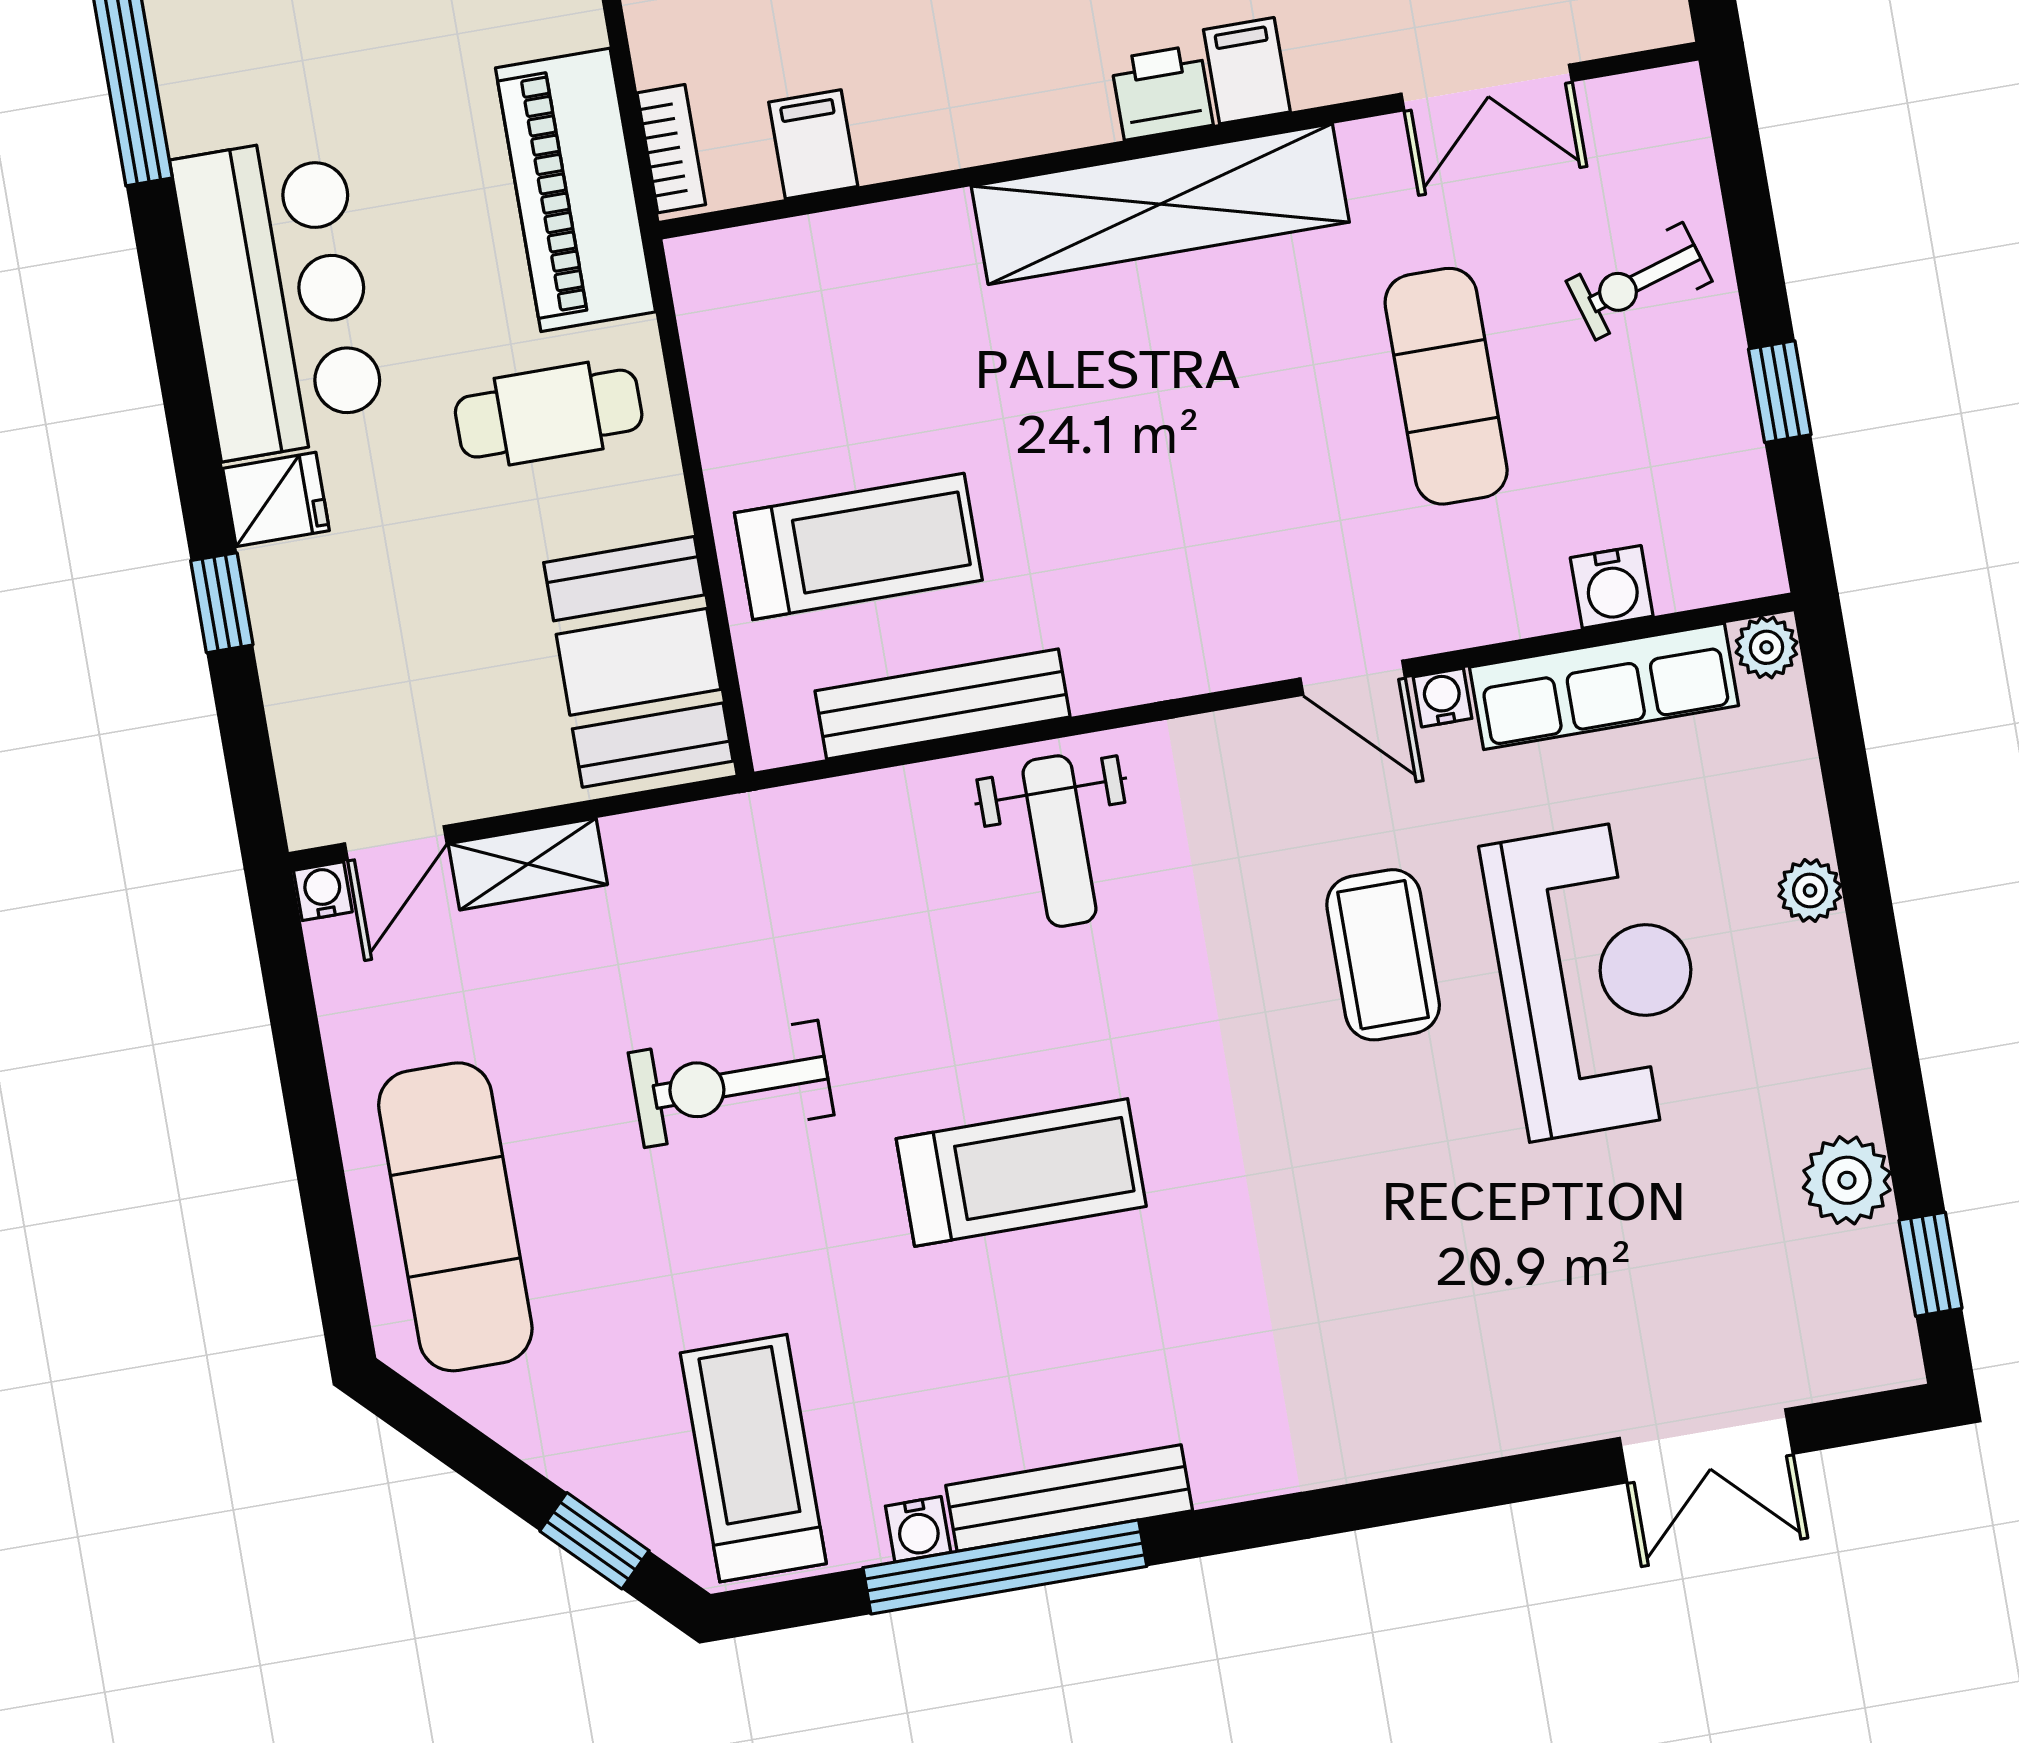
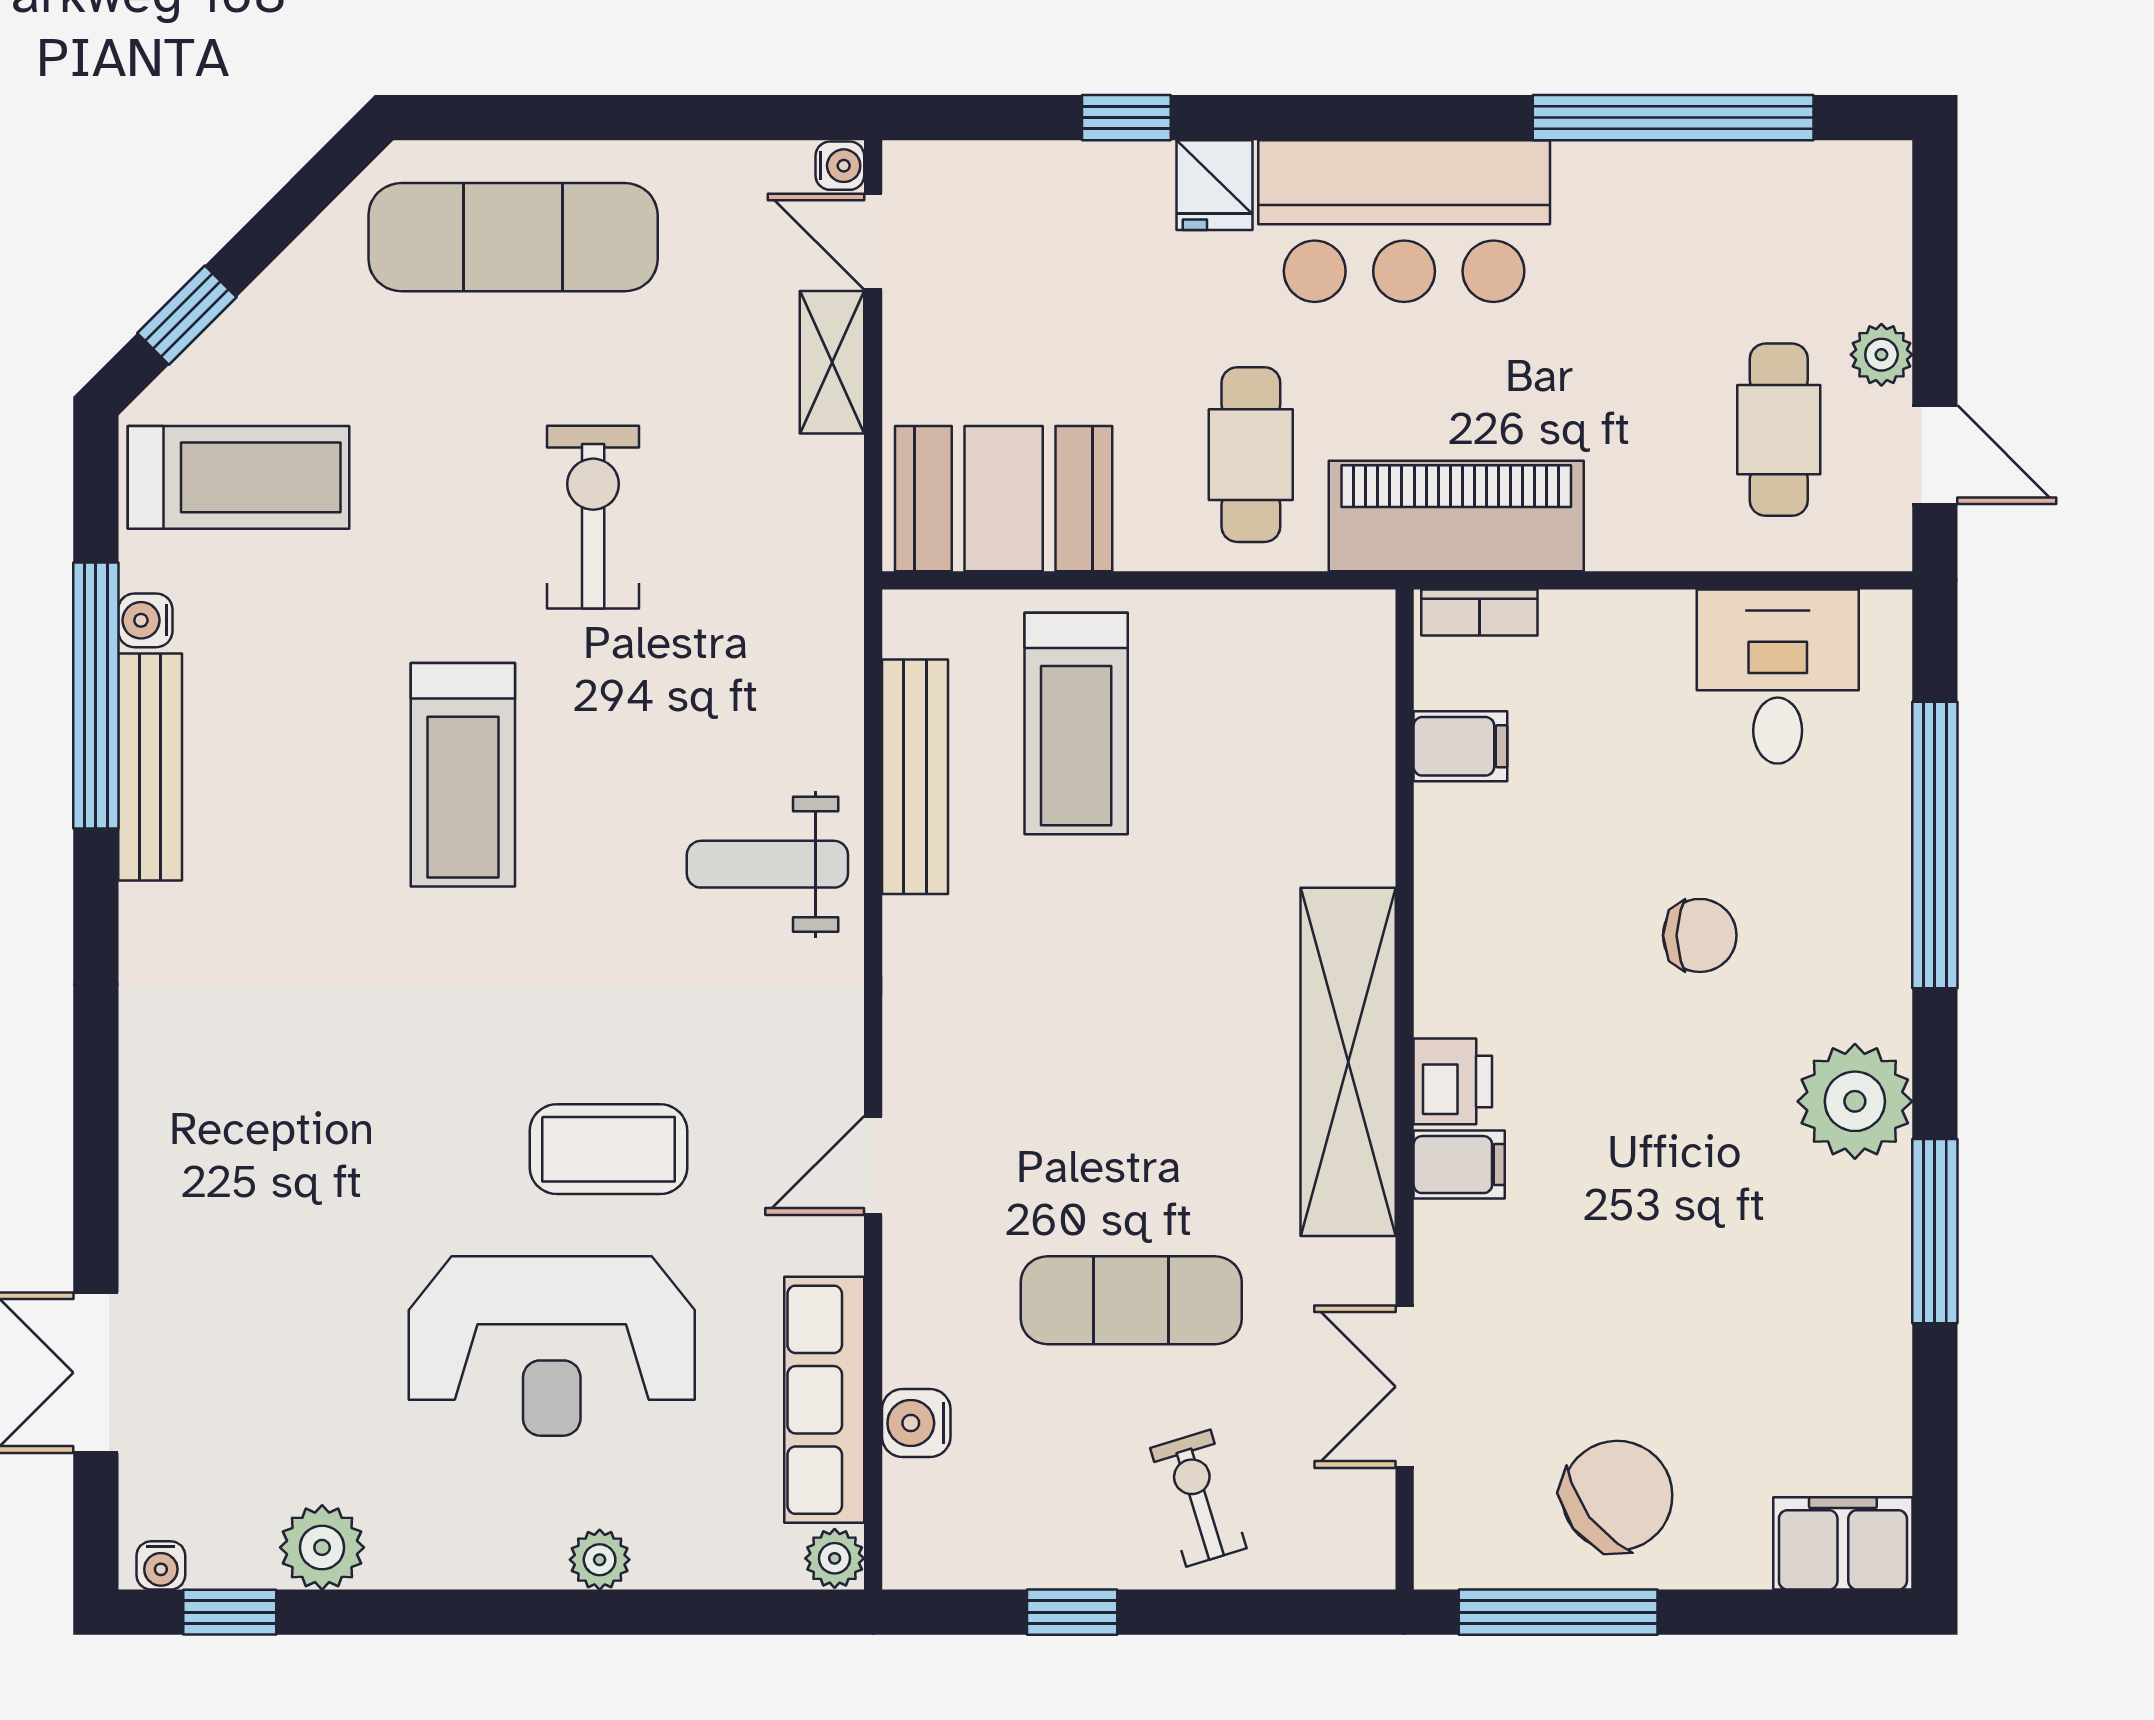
water cooler: (1442, 698) -> (161, 1565), moved, turned 90

